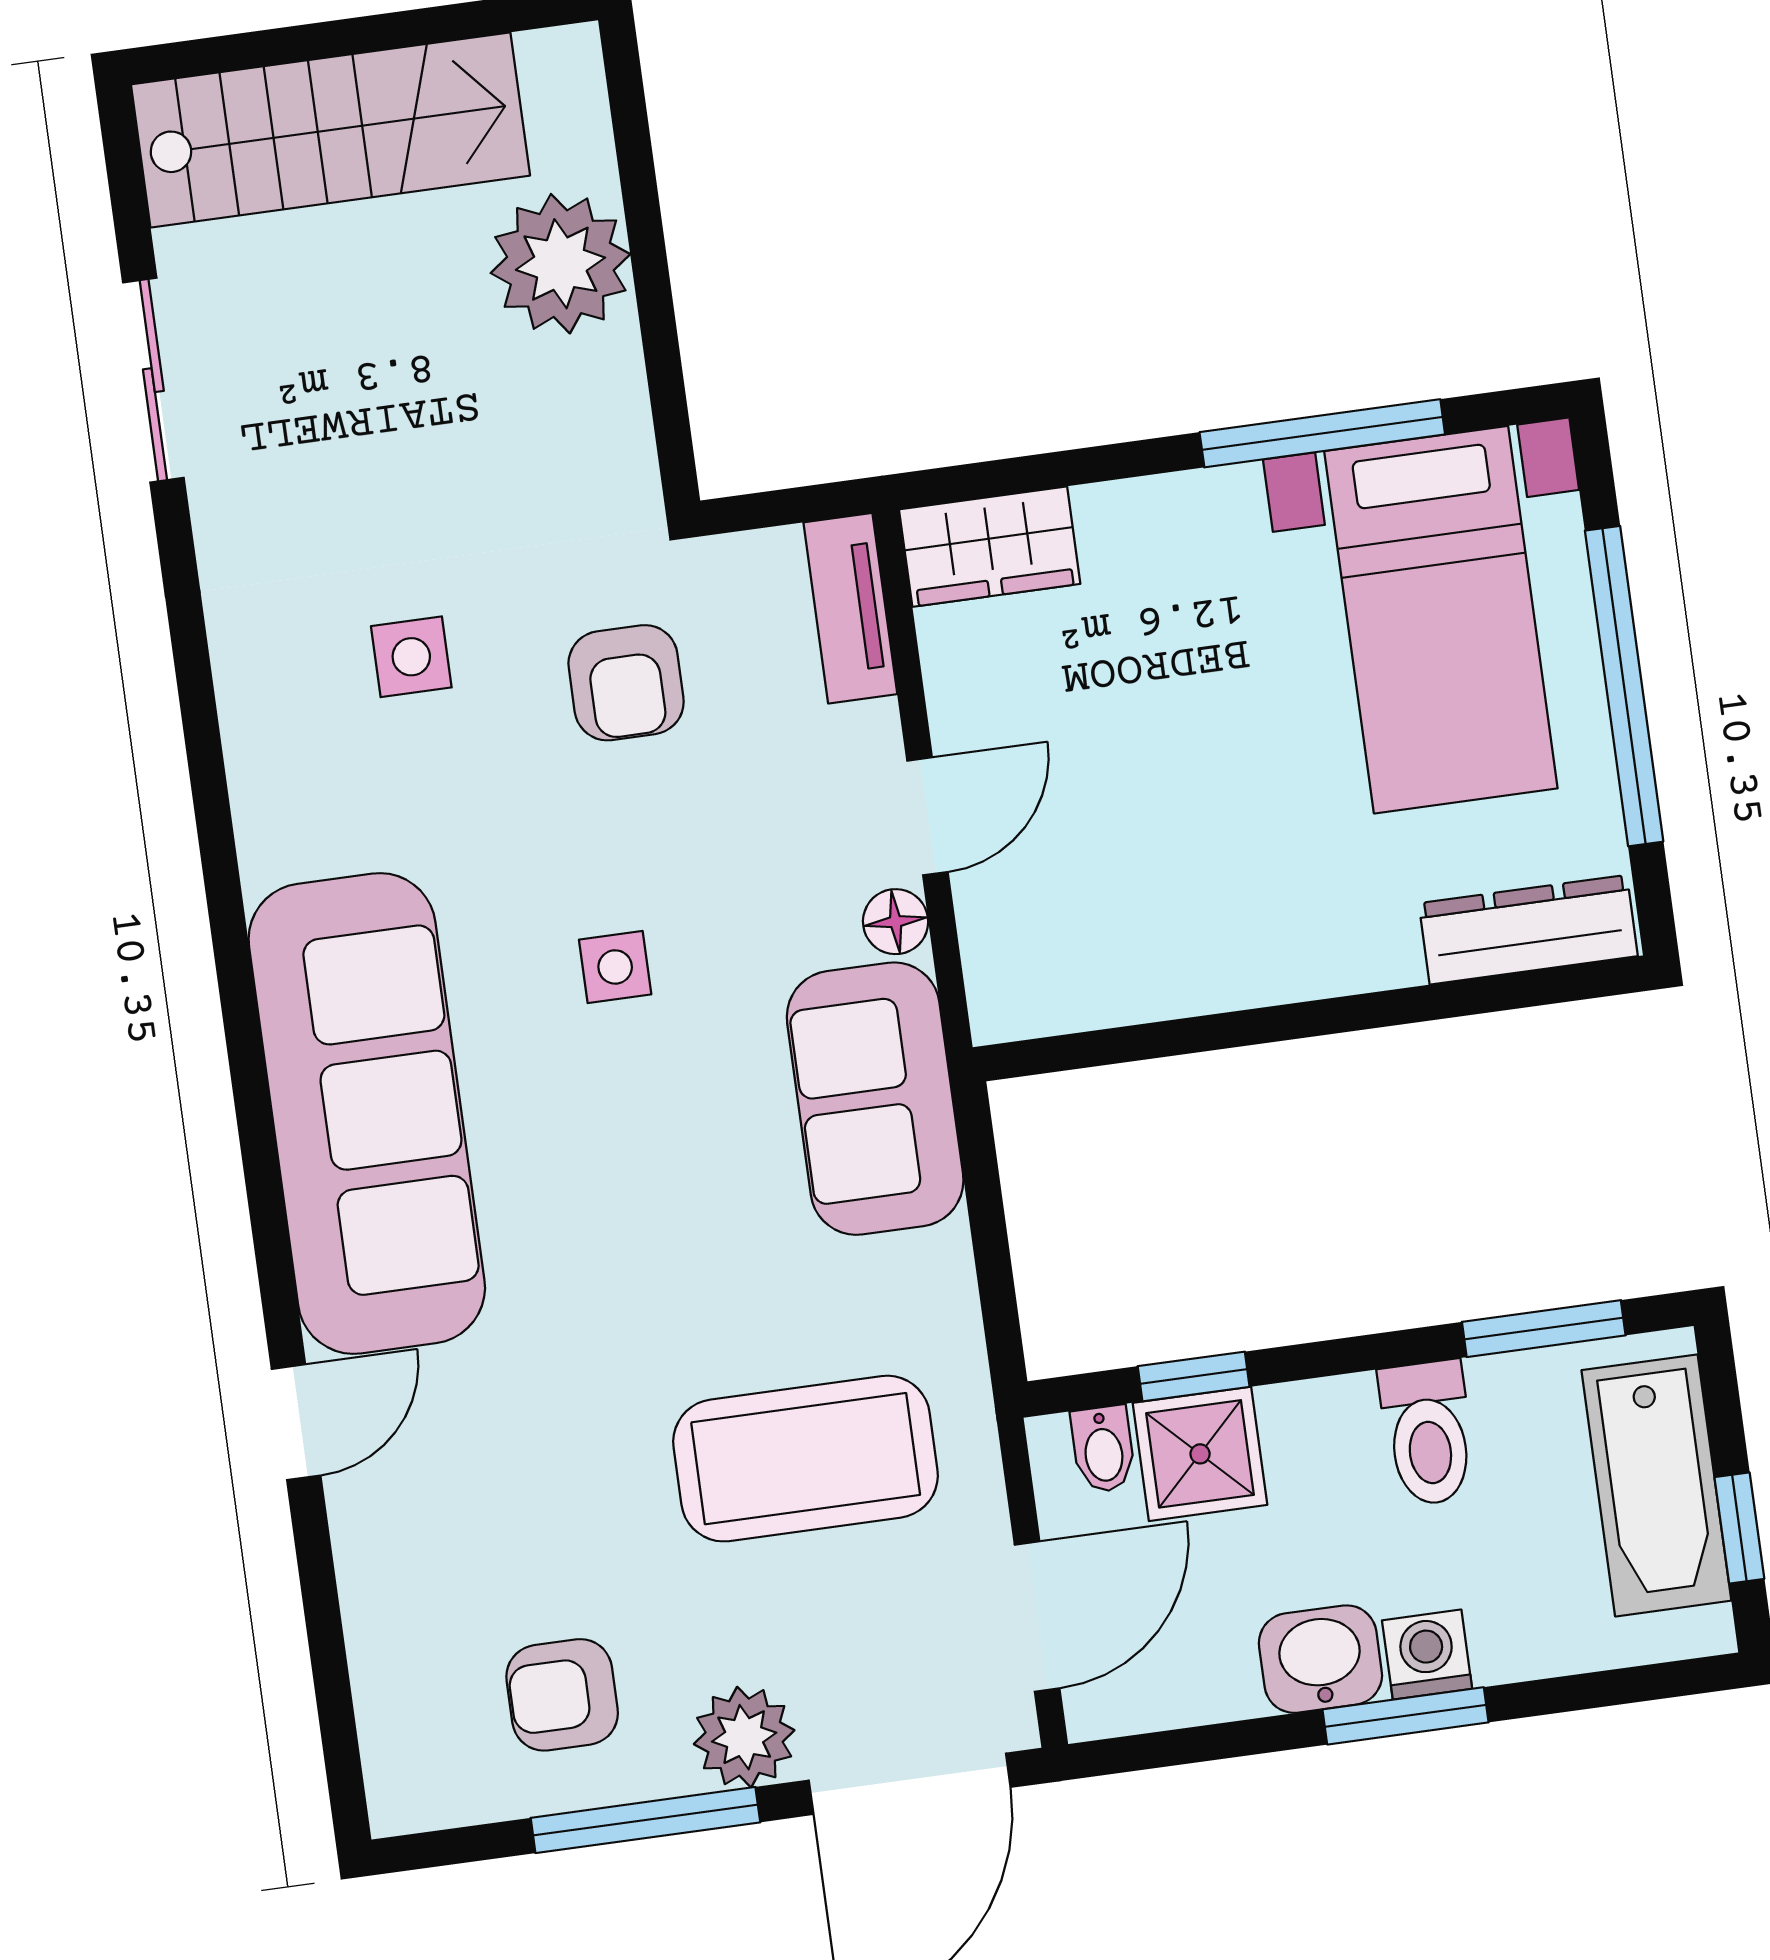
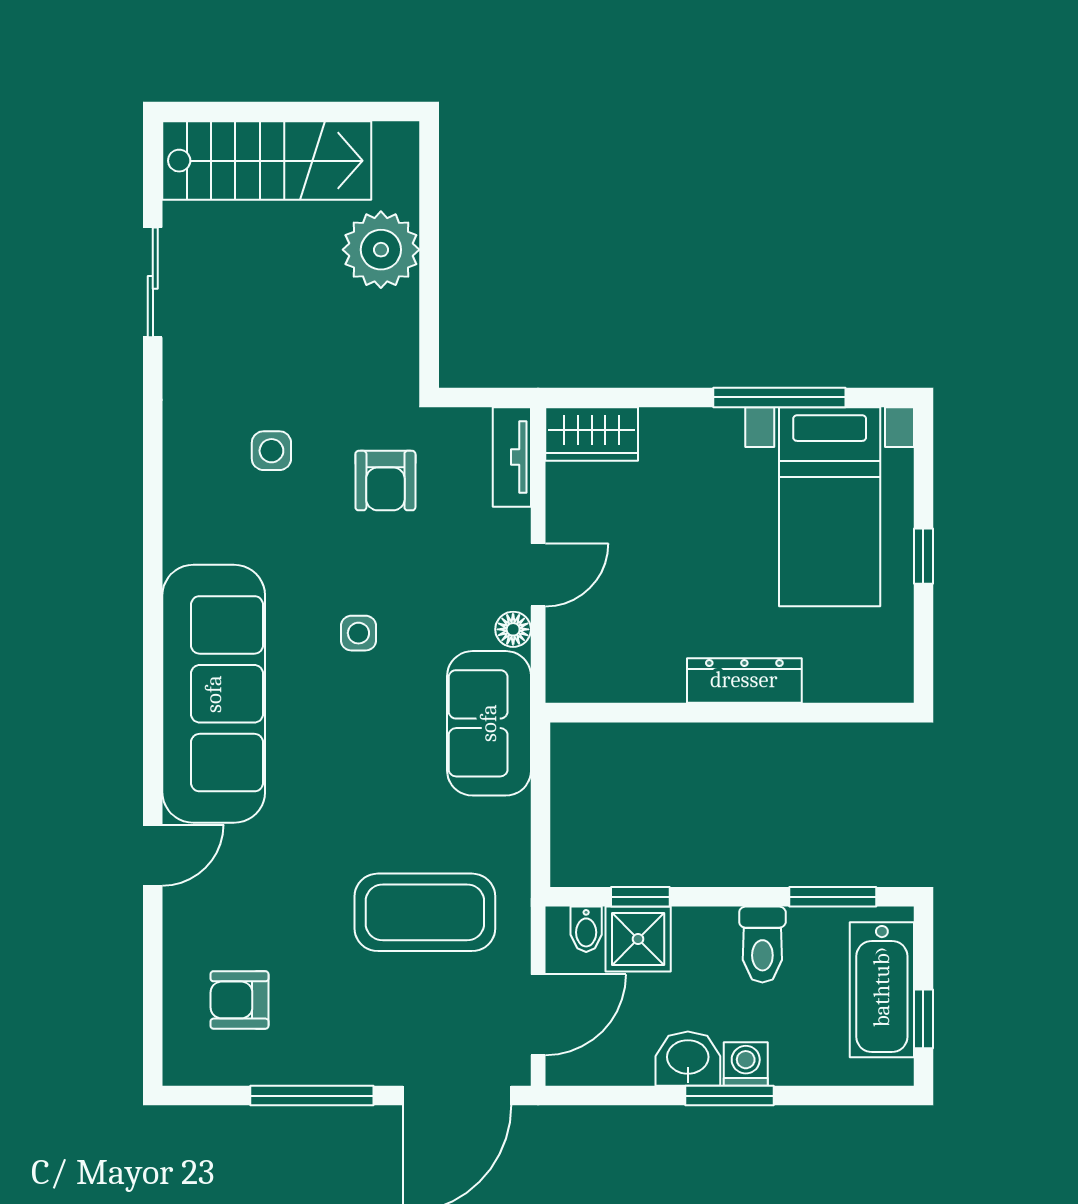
window: (1624, 686) -> (923, 556), width x0.32
dresser: (1528, 930) -> (744, 680), moved
armchair: (562, 1695) -> (240, 1000), moved
plant: (744, 1737) -> (371, 1058), removed

